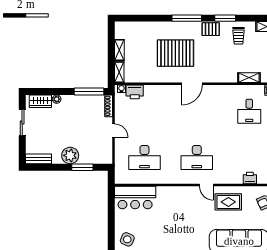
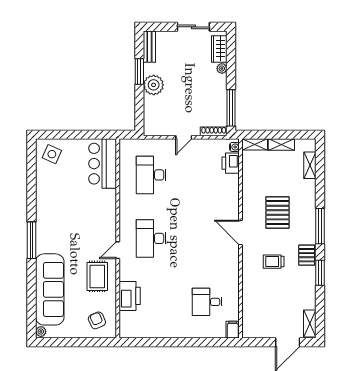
trolley: (239, 36) -> (274, 262), moved
pallet: (175, 53) -> (278, 213), width x0.73, depth x0.71
shelving: (249, 78) -> (310, 165), moved
window: (82, 167) -> (139, 72), moved
printer: (250, 178) -> (130, 296), width x1.87, depth x1.48

